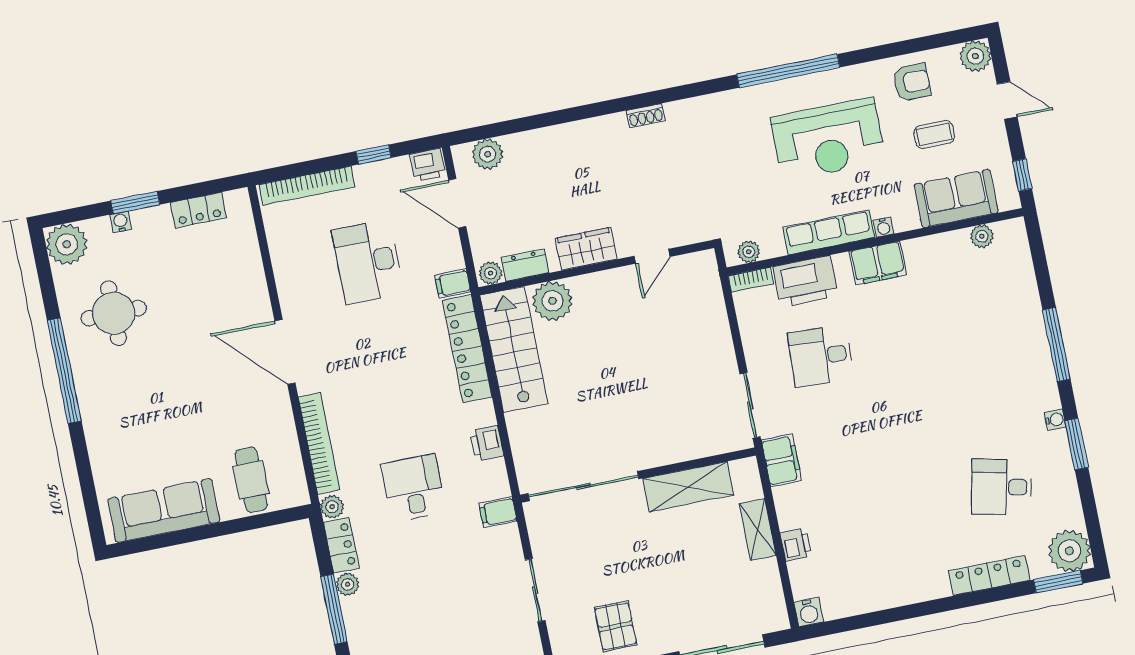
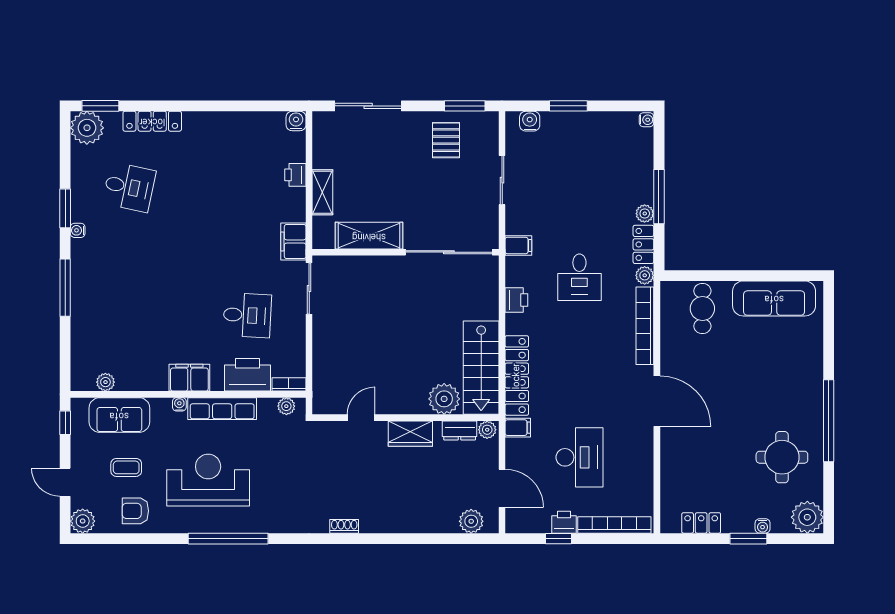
printer: (428, 165) -> (564, 522), moved

